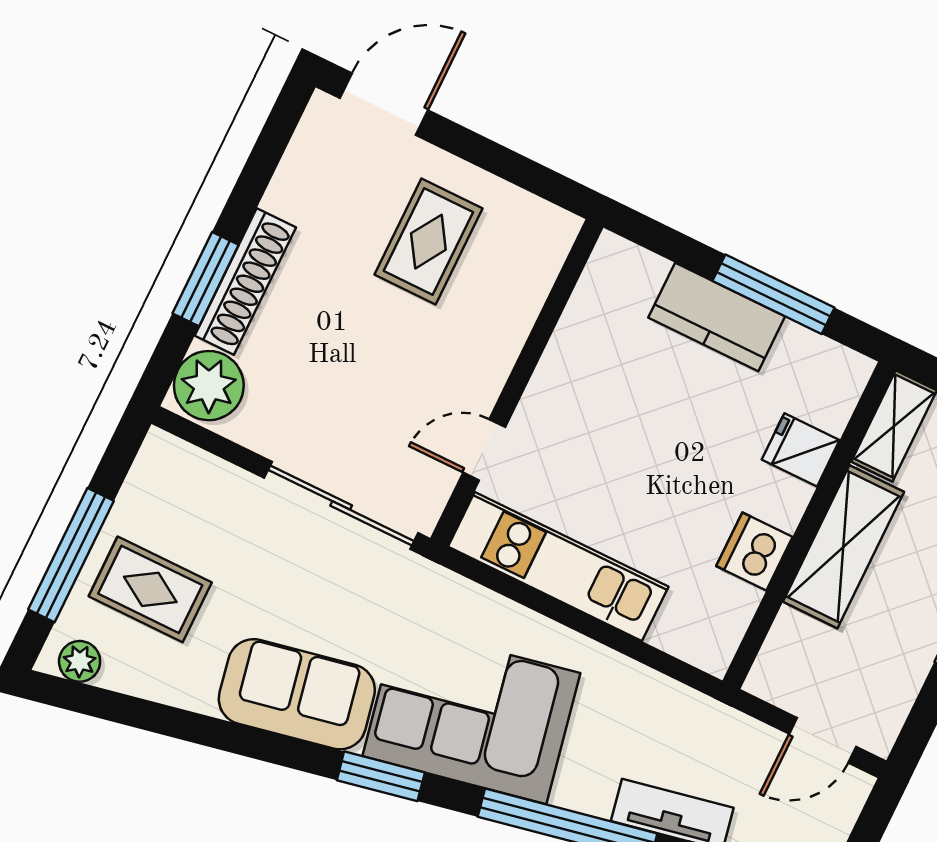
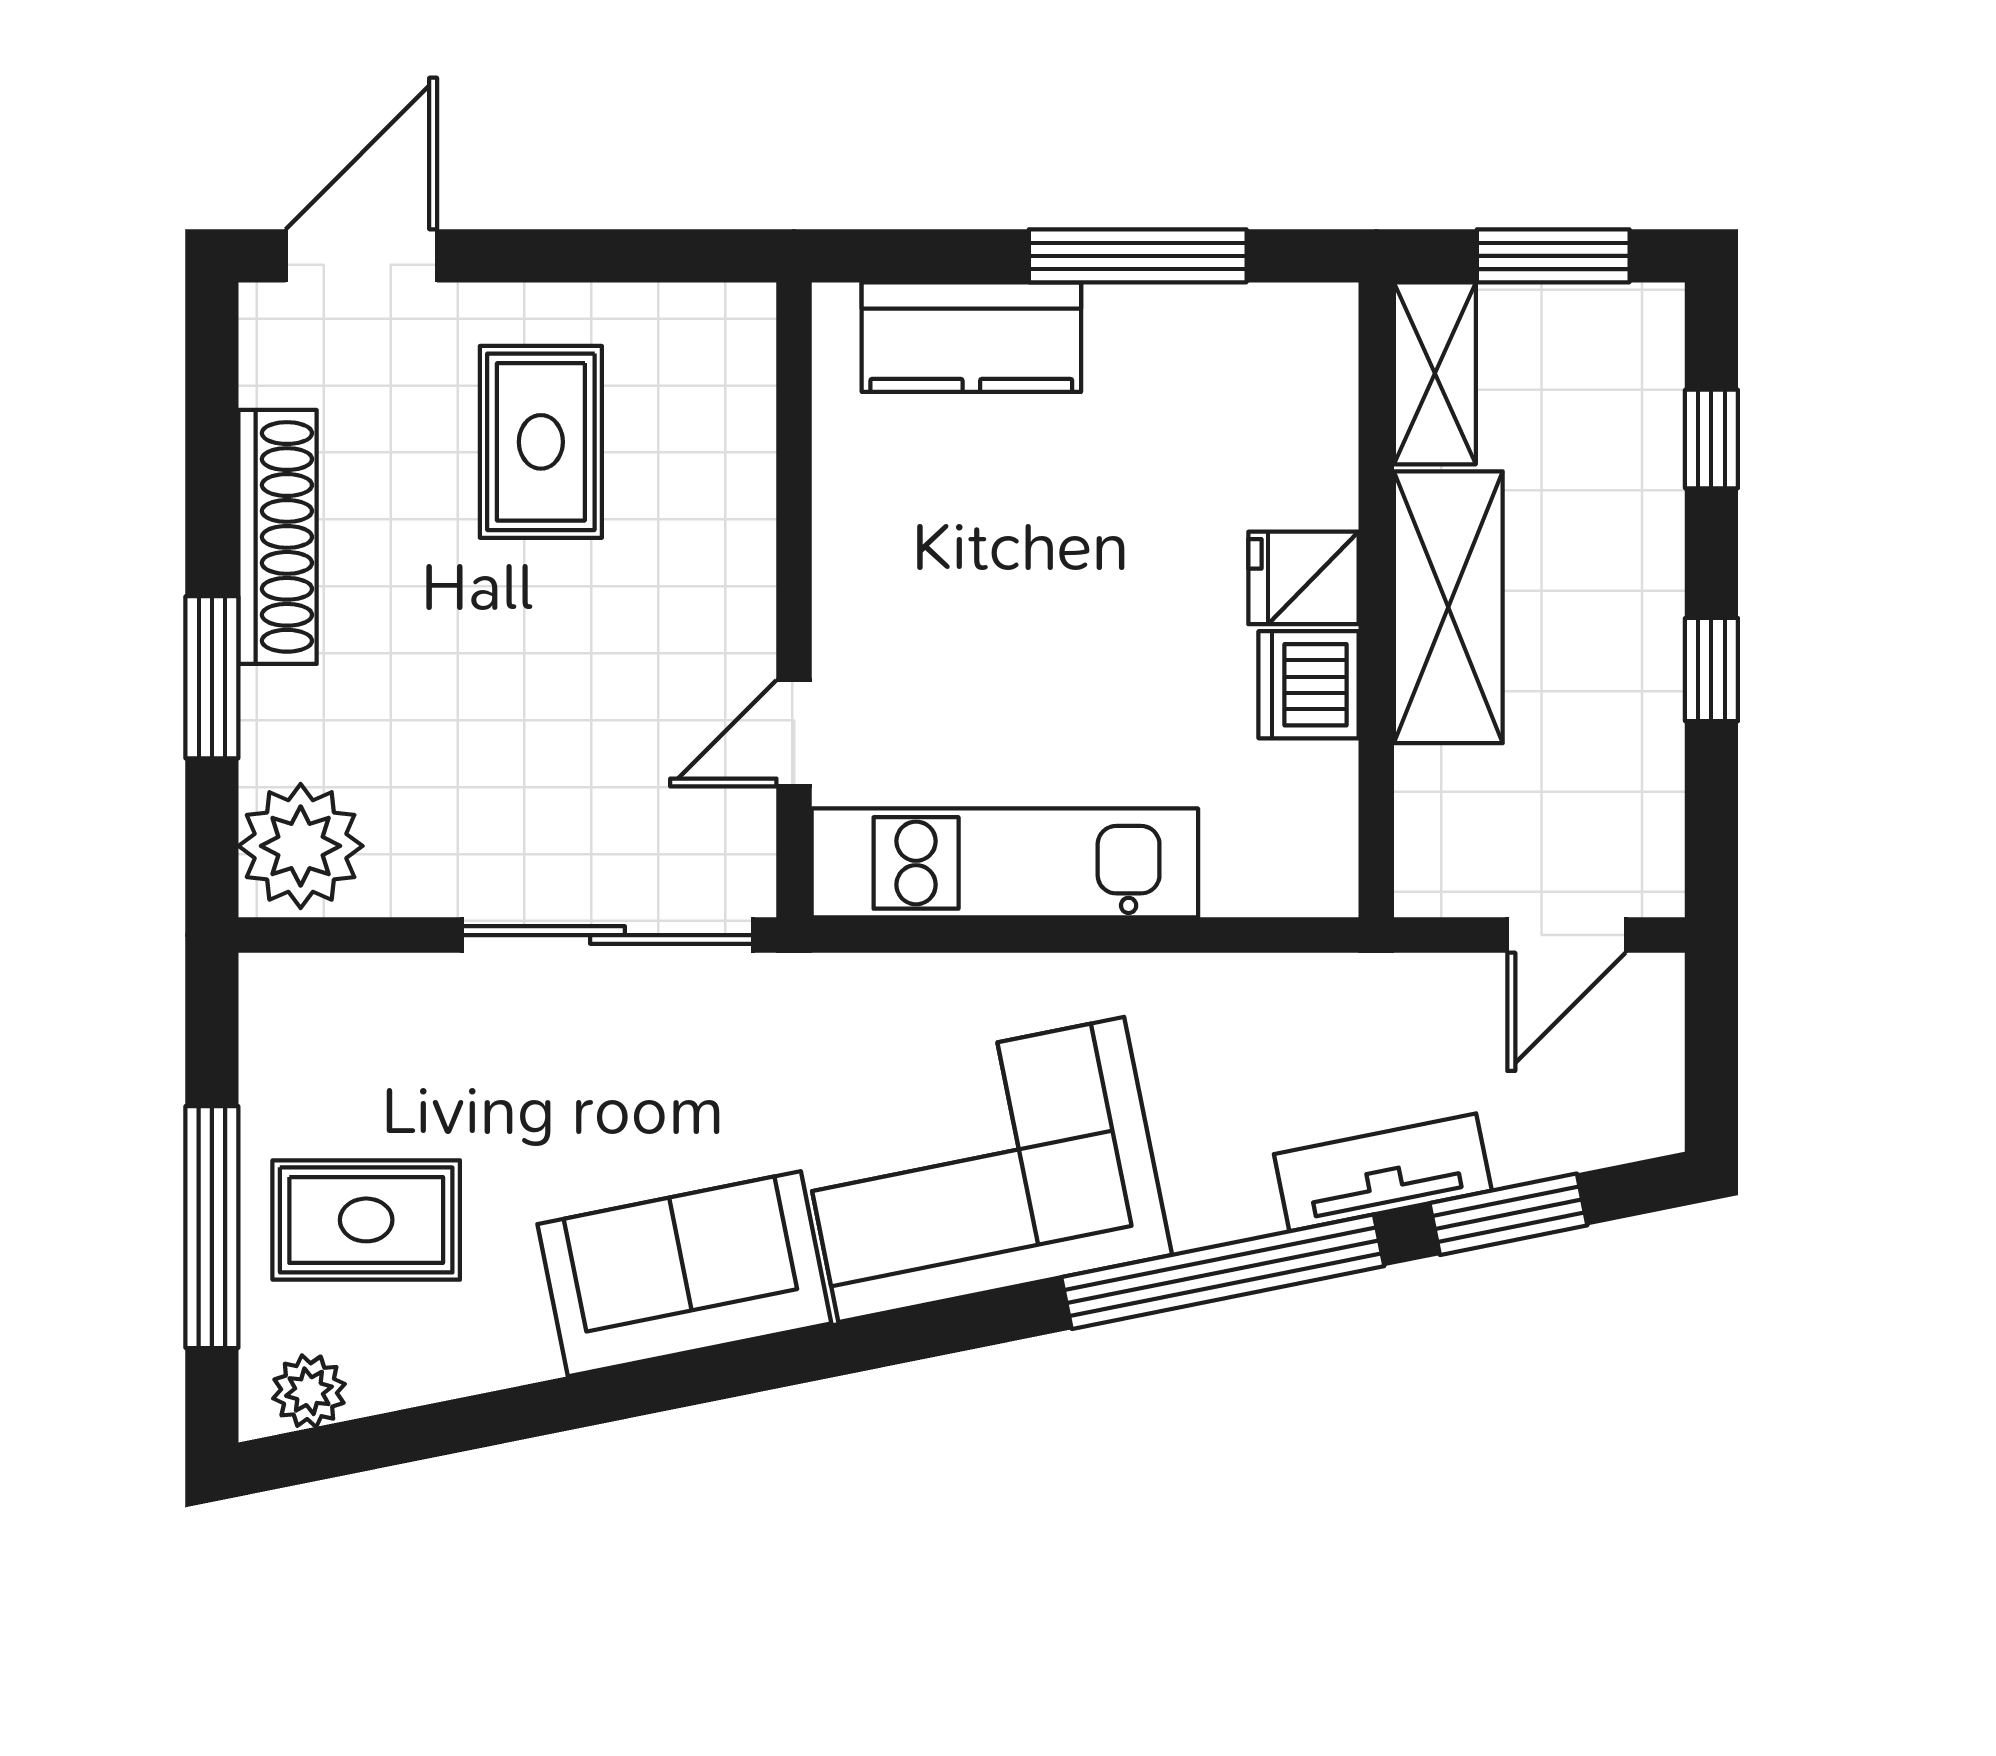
shoe rack: (245, 281) -> (278, 537), moved
kitchen counter: (717, 317) -> (971, 337), moved
fridge: (801, 450) -> (1303, 578), moved
window: (381, 776) -> (884, 1340), removed

